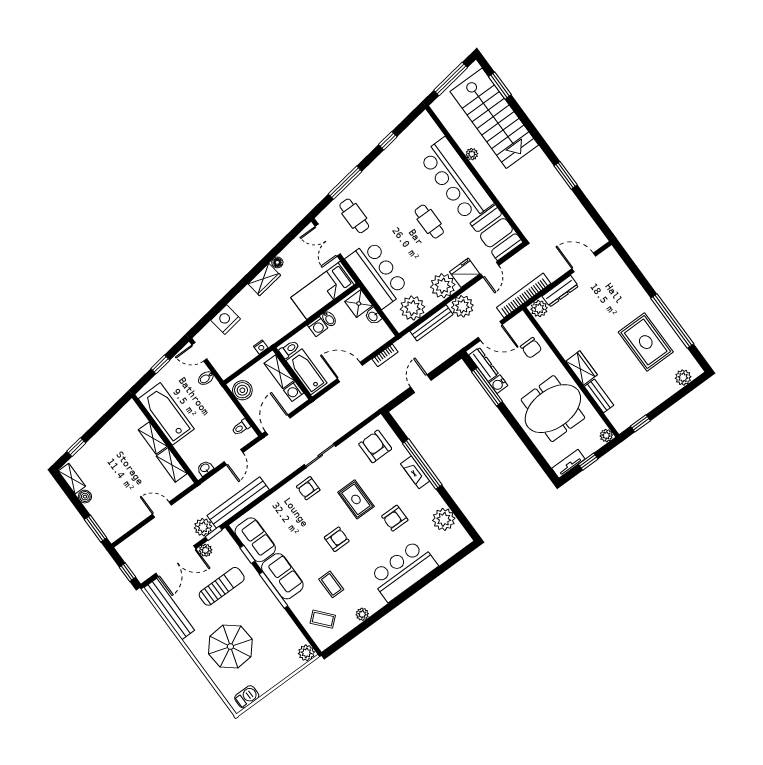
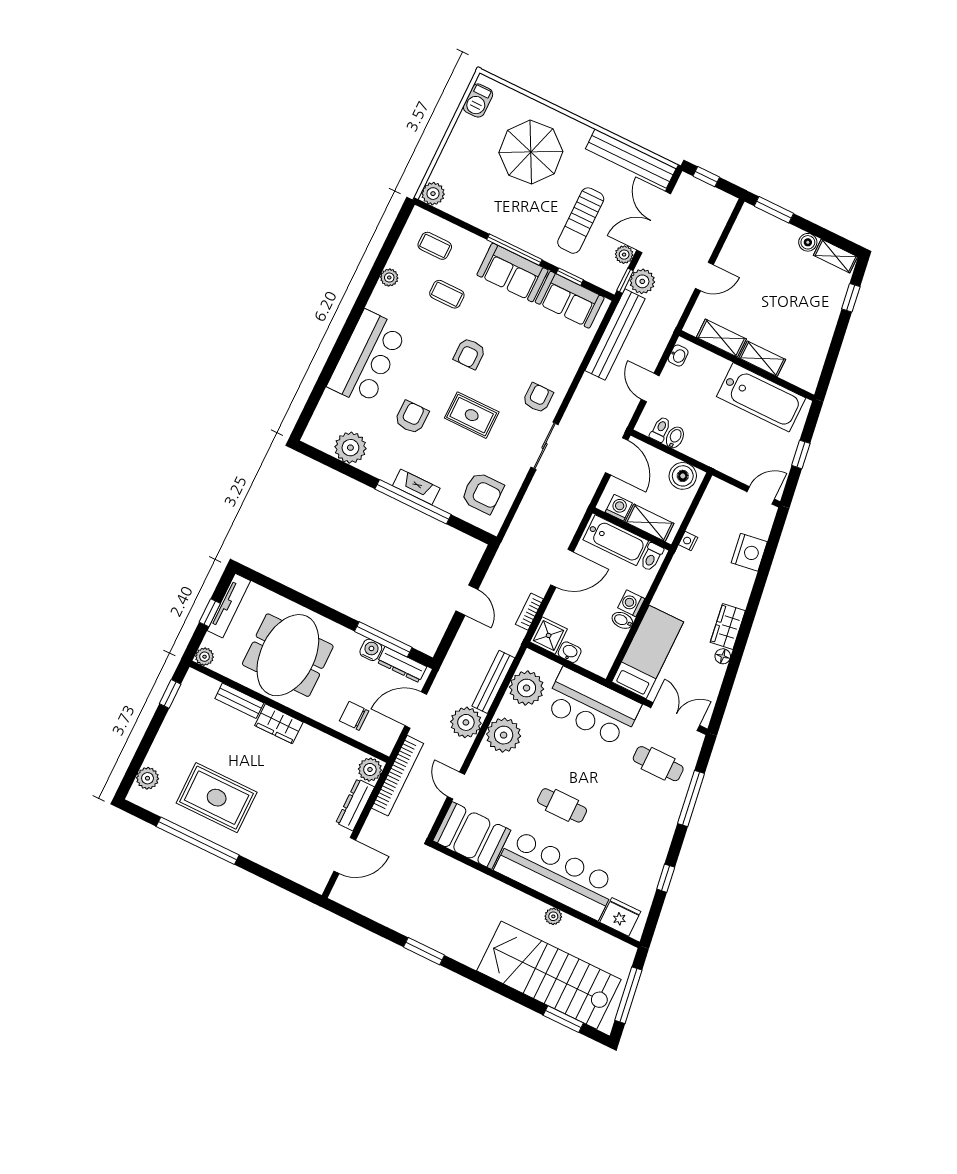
fridge: (465, 273) -> (620, 917), moved, turned -90
shower: (359, 304) -> (549, 635), moved
bidet: (206, 378) -> (675, 437), moved
tv unit: (568, 464) -> (229, 606), width x1.41
coffee table: (323, 619) -> (435, 246), turned 41

